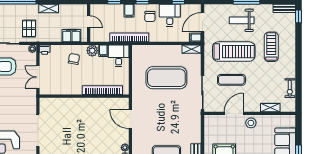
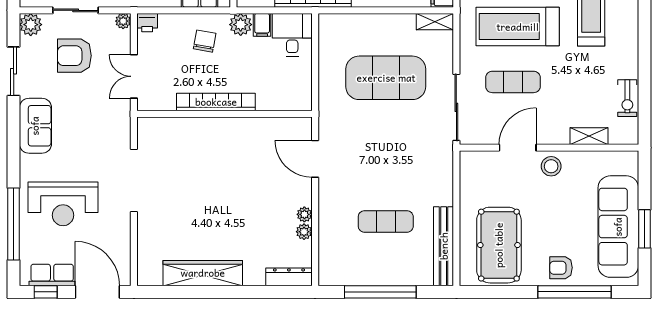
treadmill: (234, 52) -> (518, 27), turned 180
bookcase: (102, 90) -> (216, 102), moved

